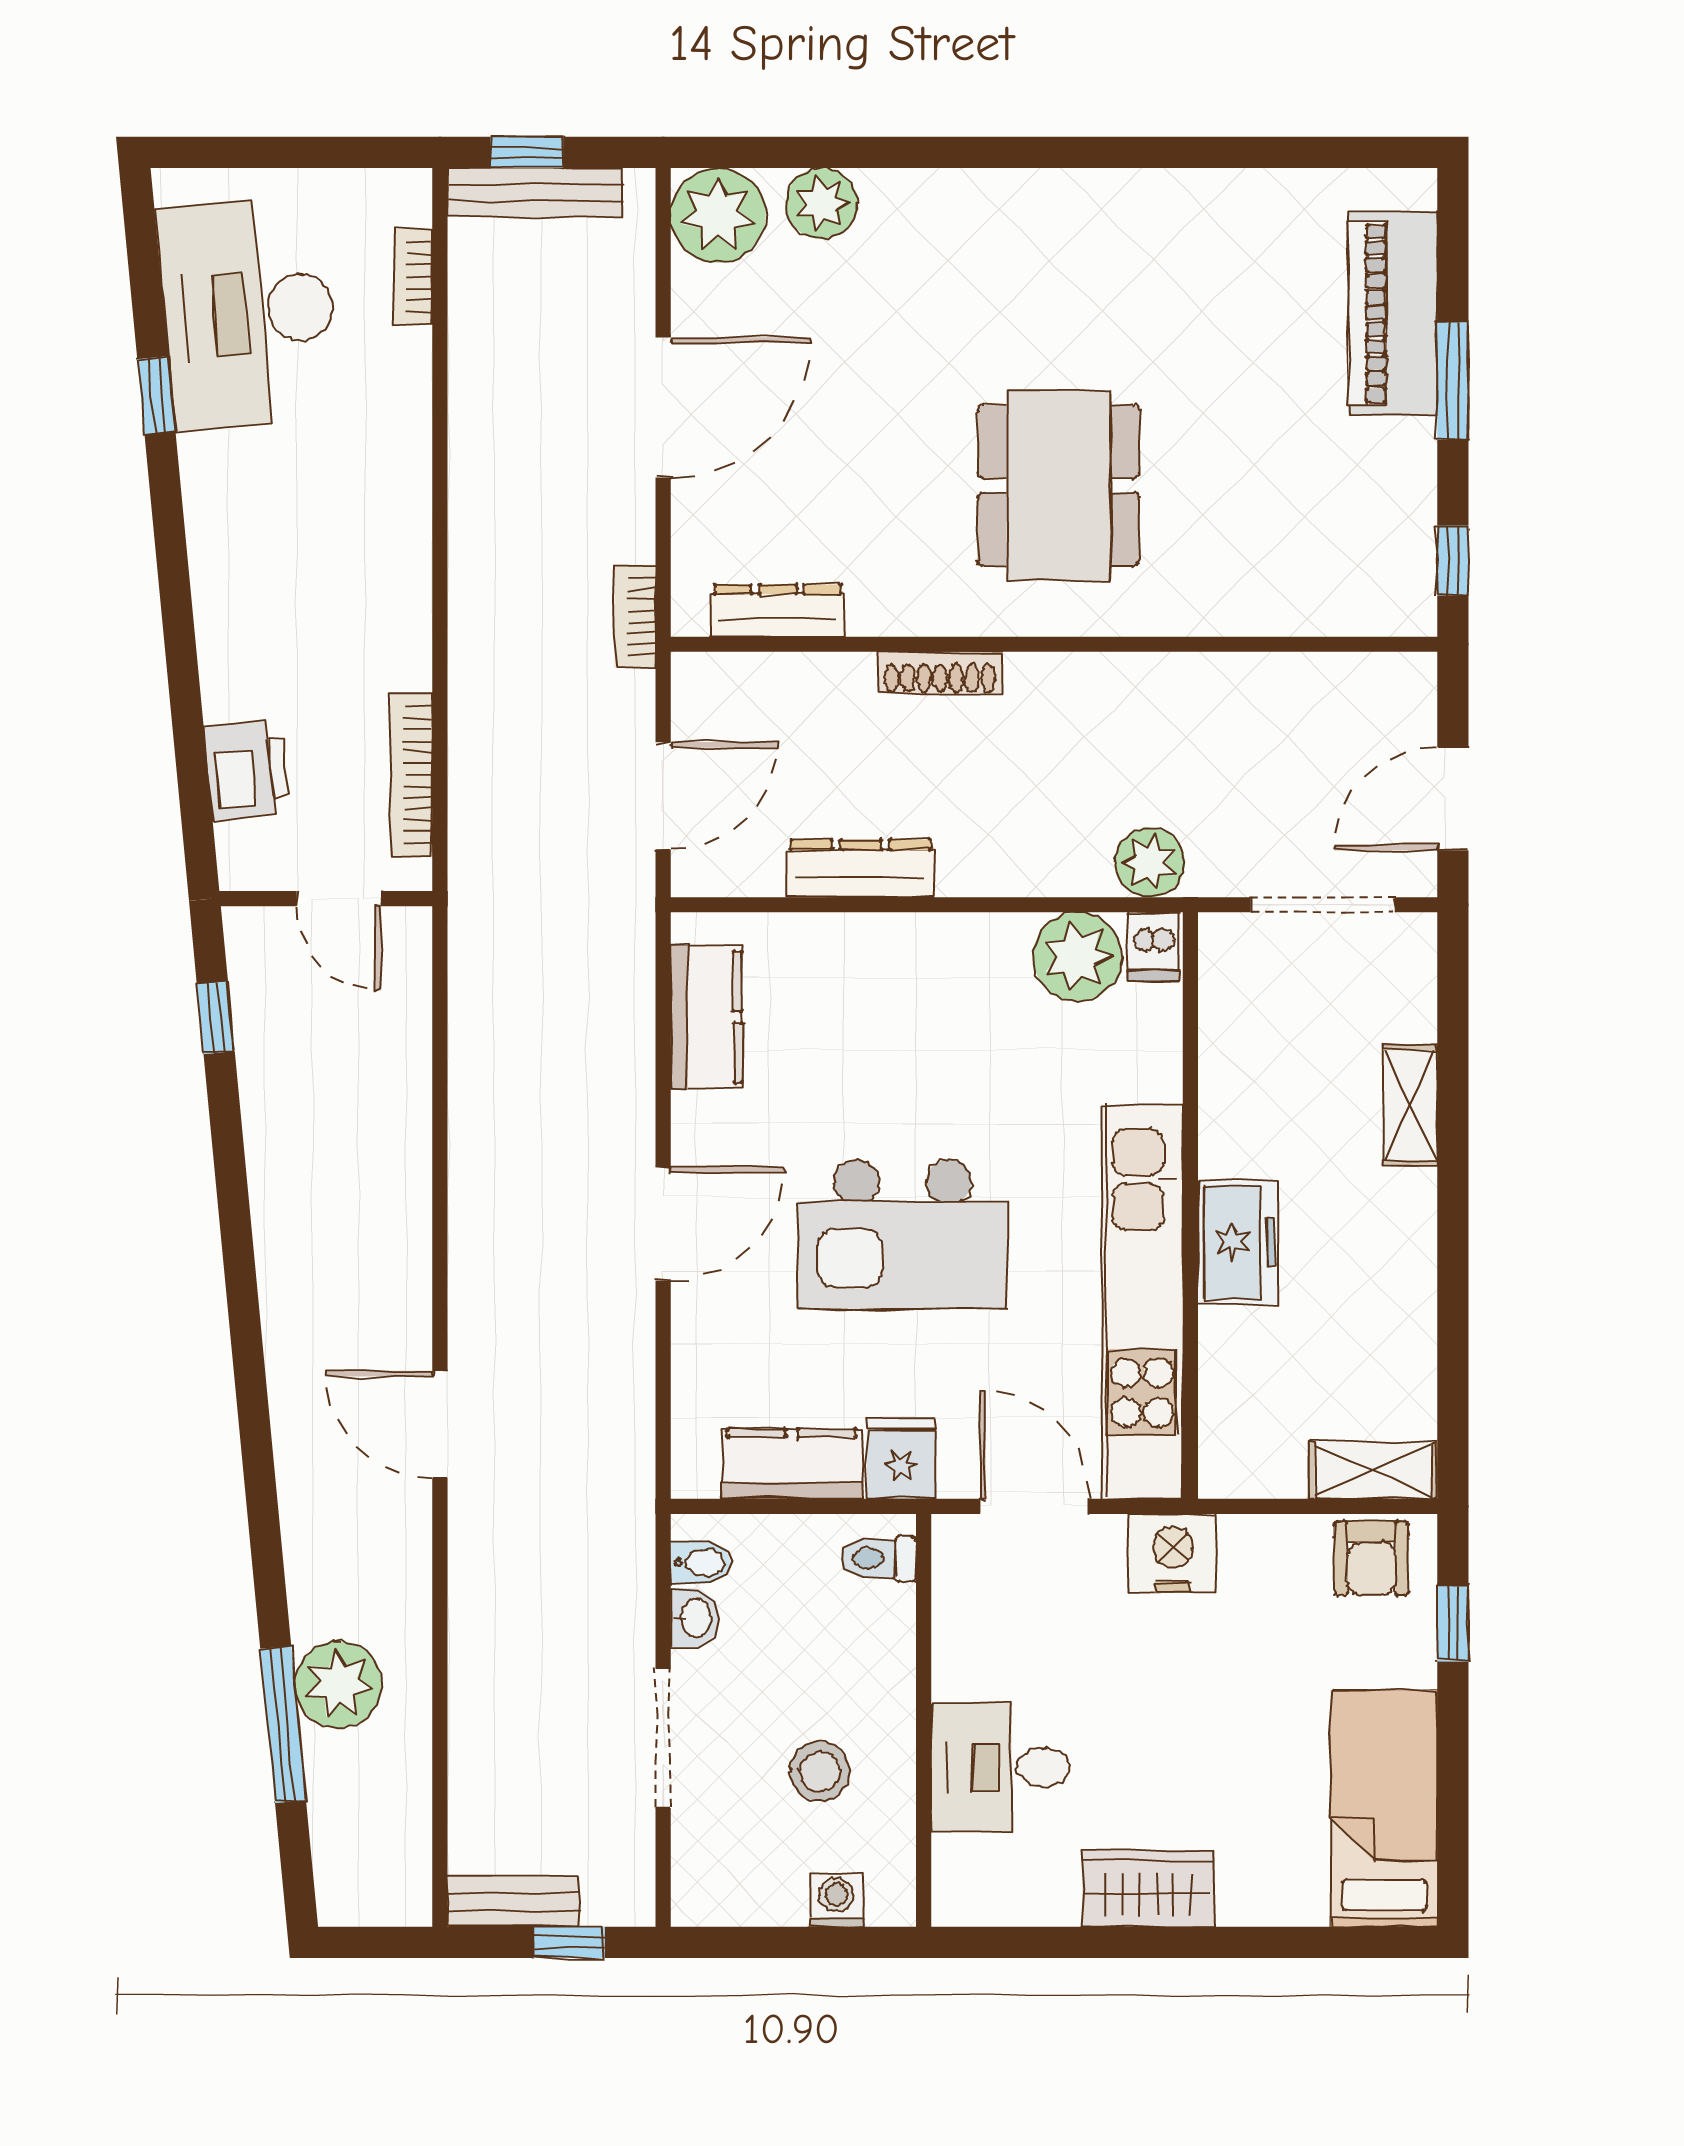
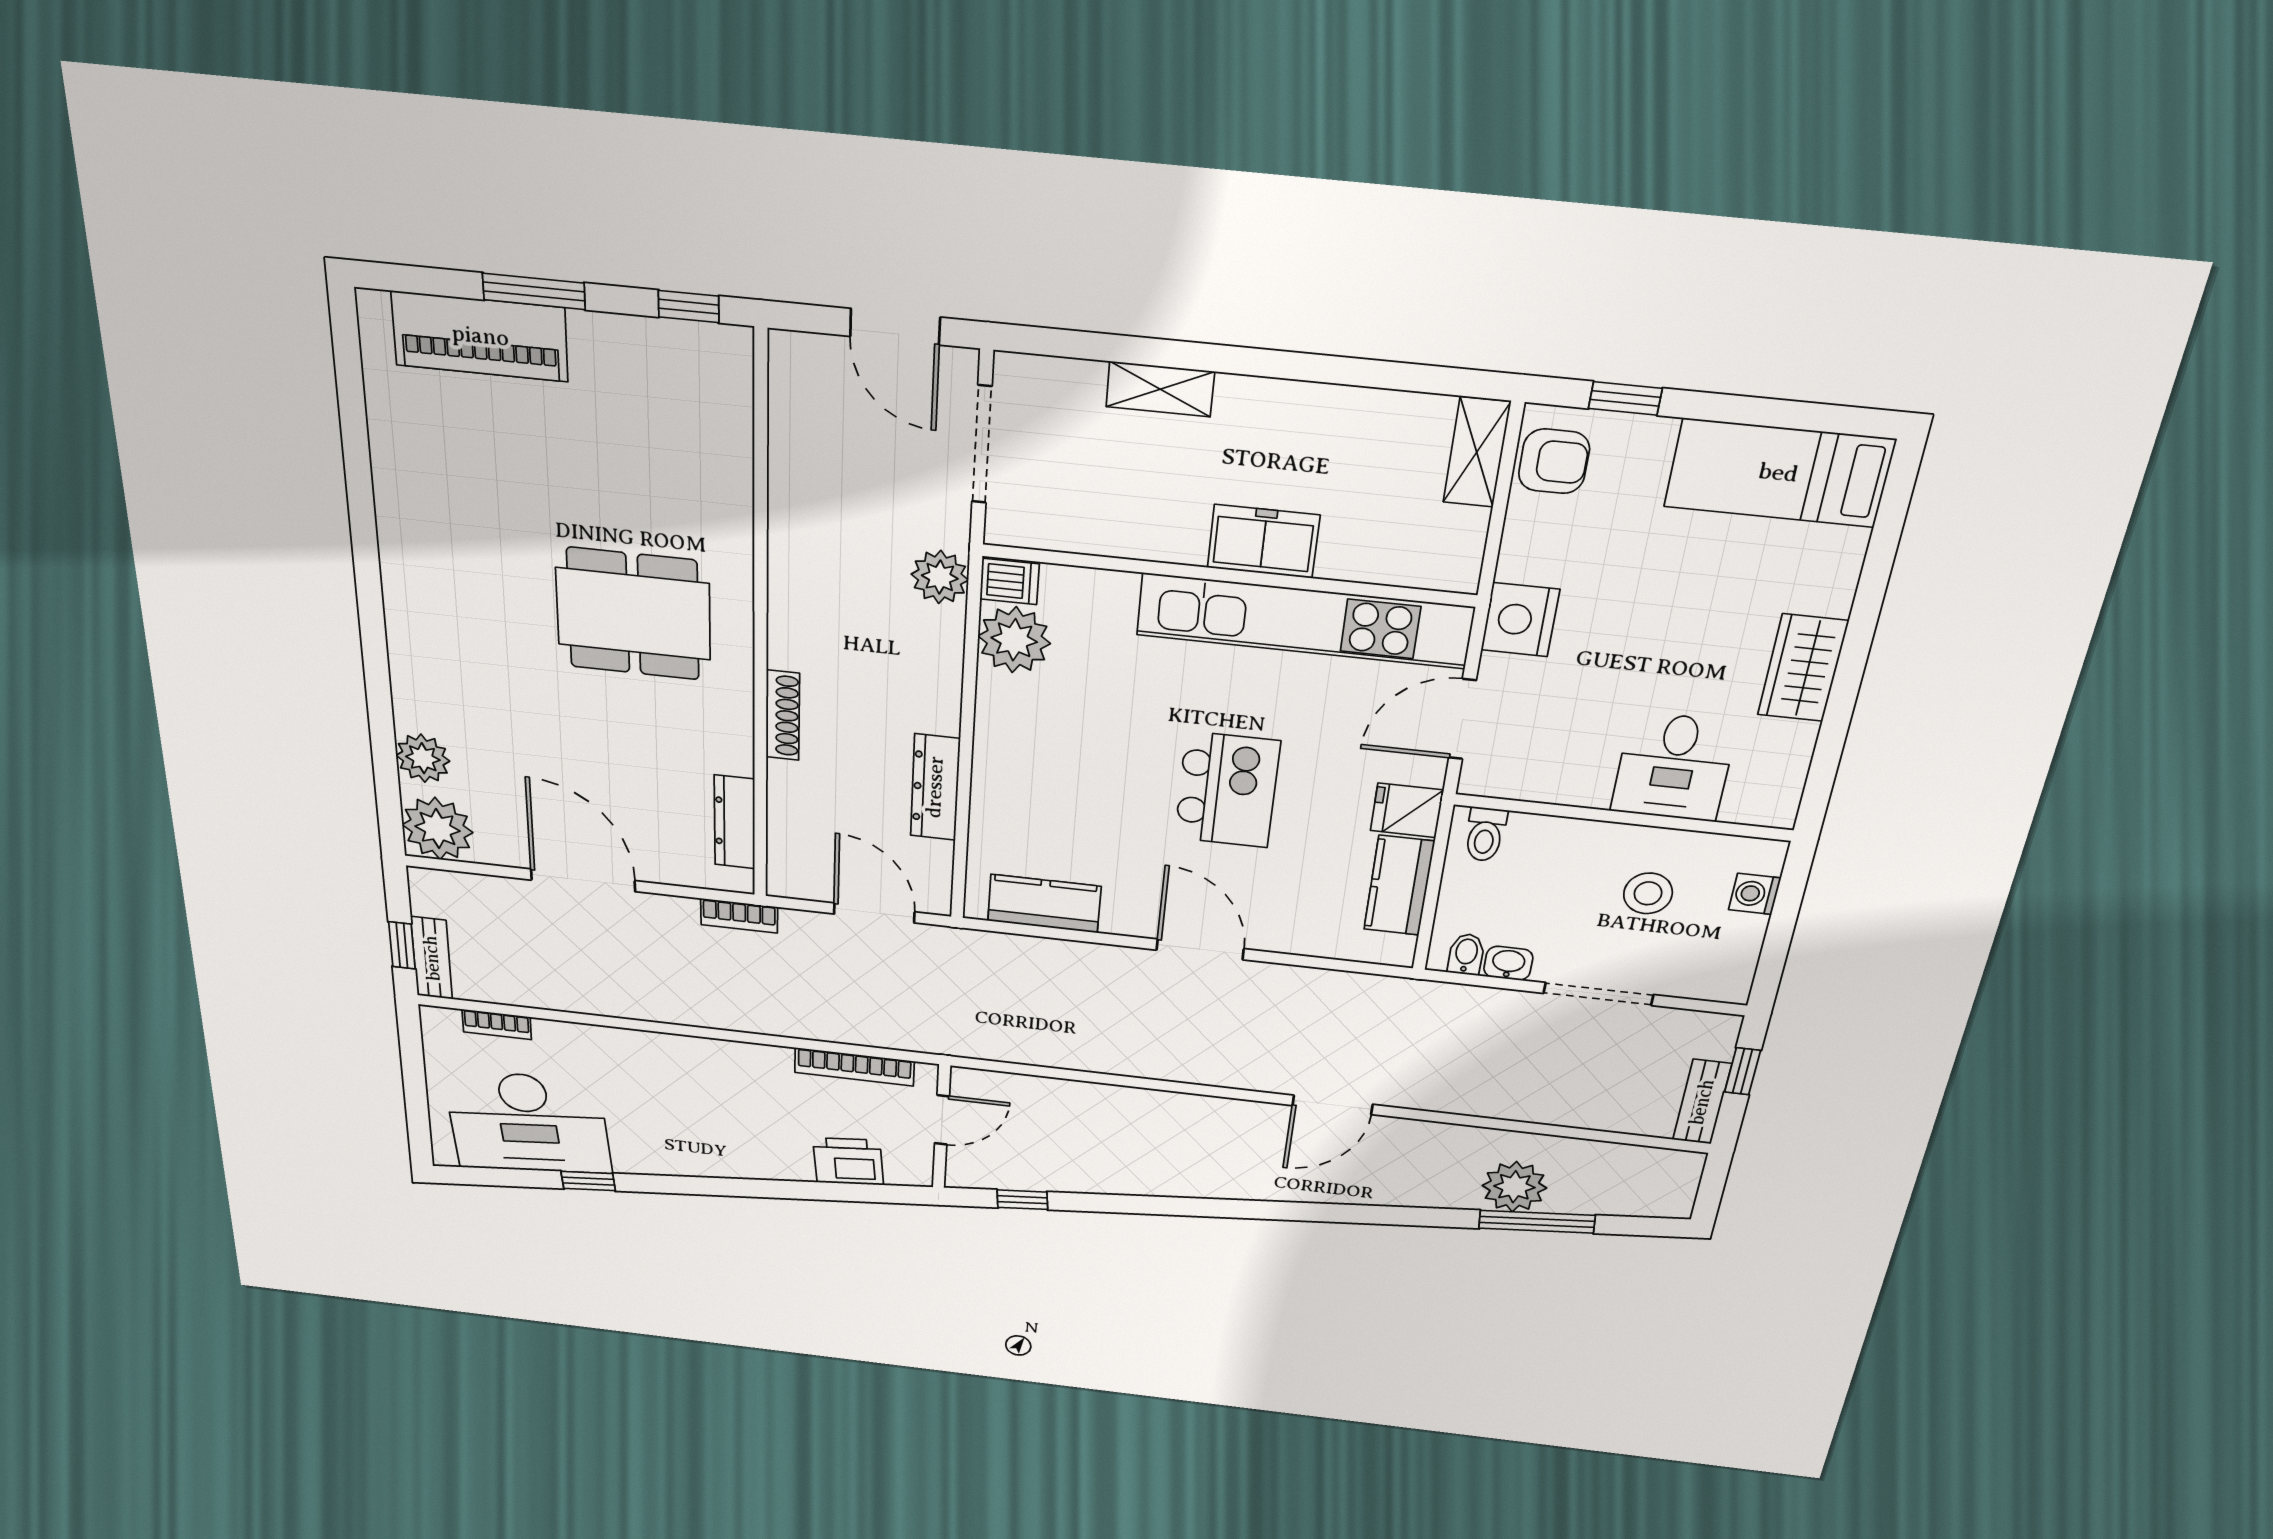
bench: (535, 192) -> (432, 958), width x0.73
kitchen island: (903, 1234) -> (1227, 790), width x0.73, depth x0.78

